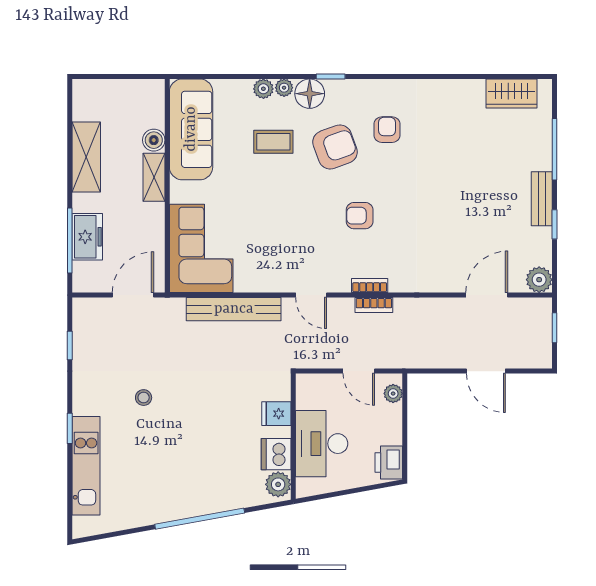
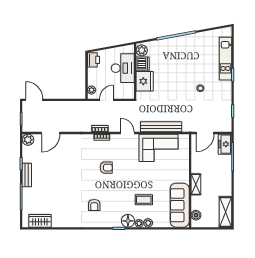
boiler: (154, 140) -> (196, 215), moved
armchair: (335, 147) -> (117, 198), removed
shelving: (86, 157) -> (225, 212), moved
freezer: (87, 237) -> (225, 144), moved
corner sofa: (201, 248) -> (158, 148), moved, turned -90
door: (359, 371) -> (107, 100), hinge flipped
door: (486, 371) -> (34, 100), moved
fridge: (276, 414) -> (145, 81), width x1.88, depth x1.34

